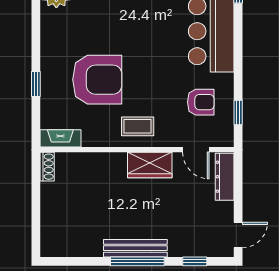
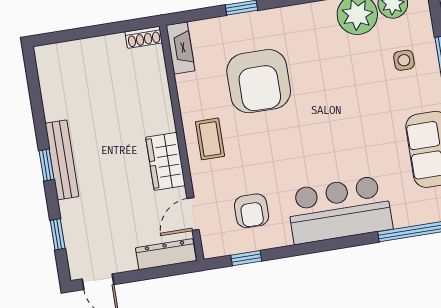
window: (137, 261) -> (47, 165), width x0.46

